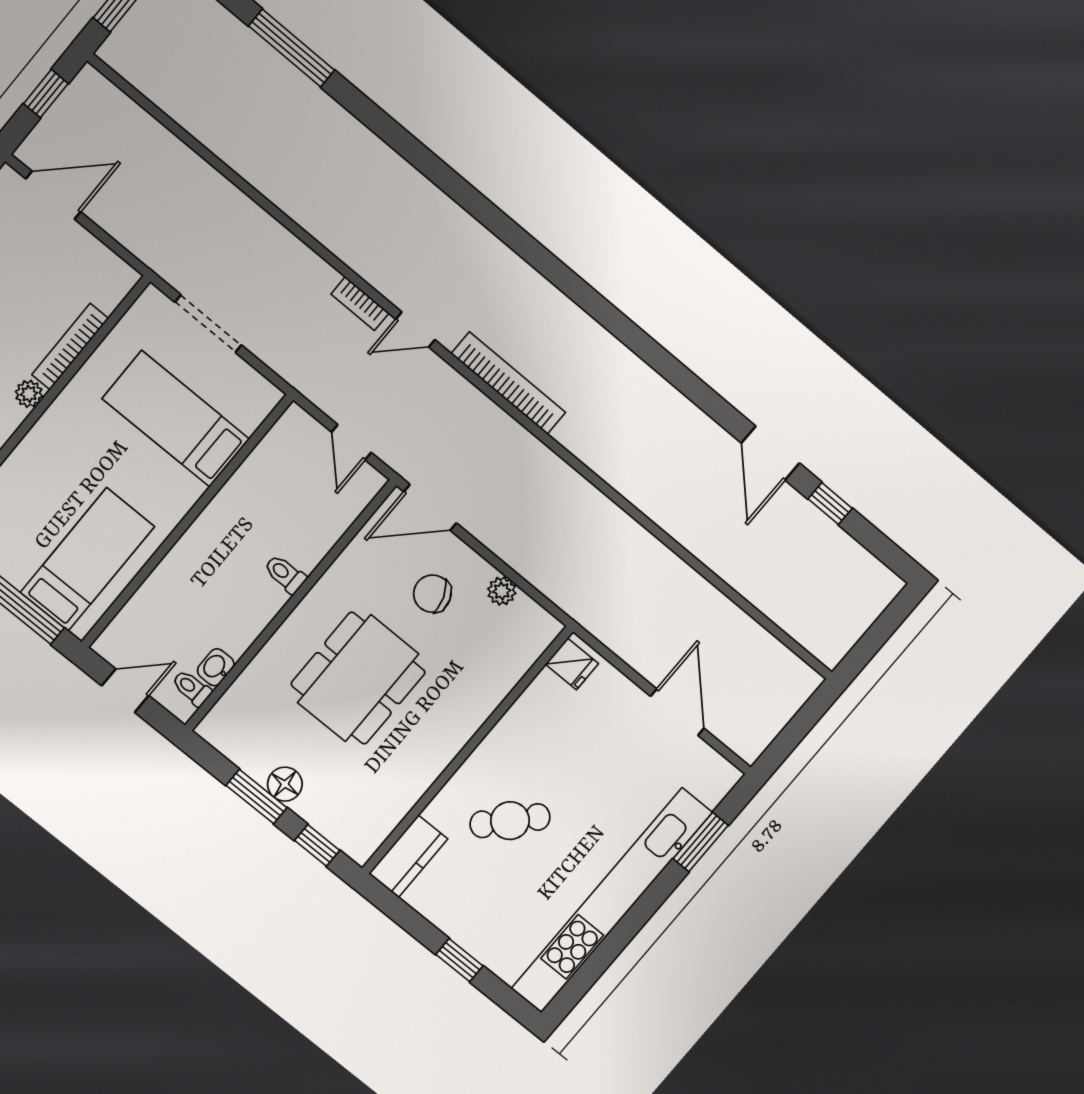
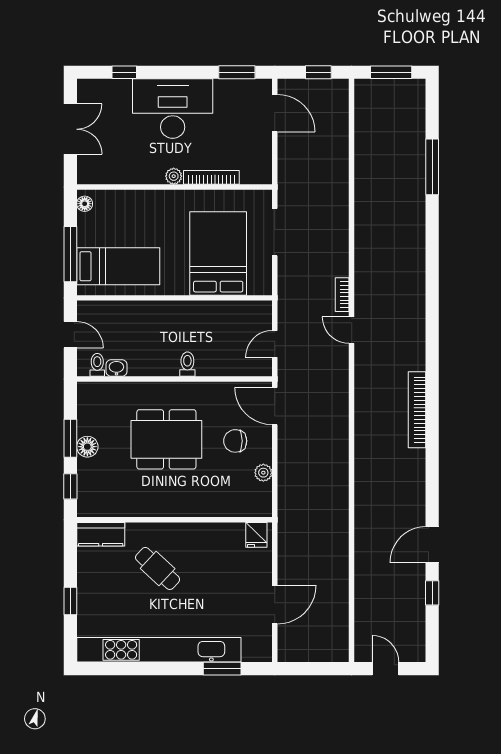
bookcase: (508, 383) -> (417, 410), moved, turned 180
bed: (176, 419) -> (218, 253), width x1.50
chair: (432, 594) -> (235, 441), turned -70
door: (873, 640) -> (386, 669), added

